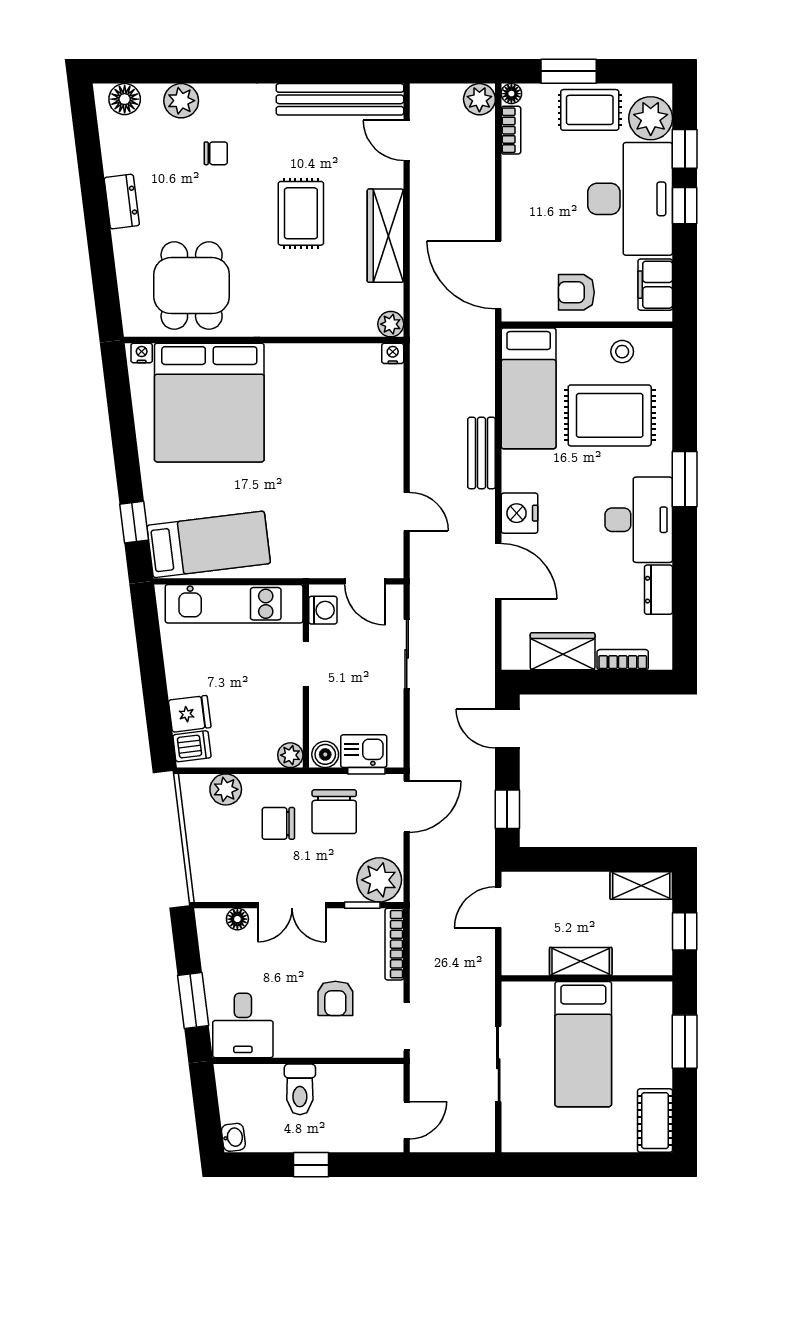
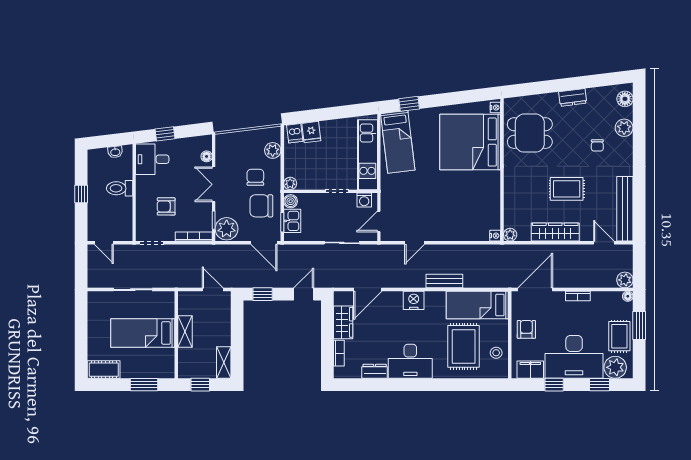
bookcase: (511, 130) -> (578, 296), moved
door: (407, 140) -> (604, 243), hinge flipped
window: (685, 206) -> (554, 385), moved
window: (685, 479) -> (431, 385), removed
door: (498, 571) -> (368, 290), moved
window: (193, 1000) -> (165, 134), width x0.67
washbasin: (233, 1137) -> (115, 152), moved

